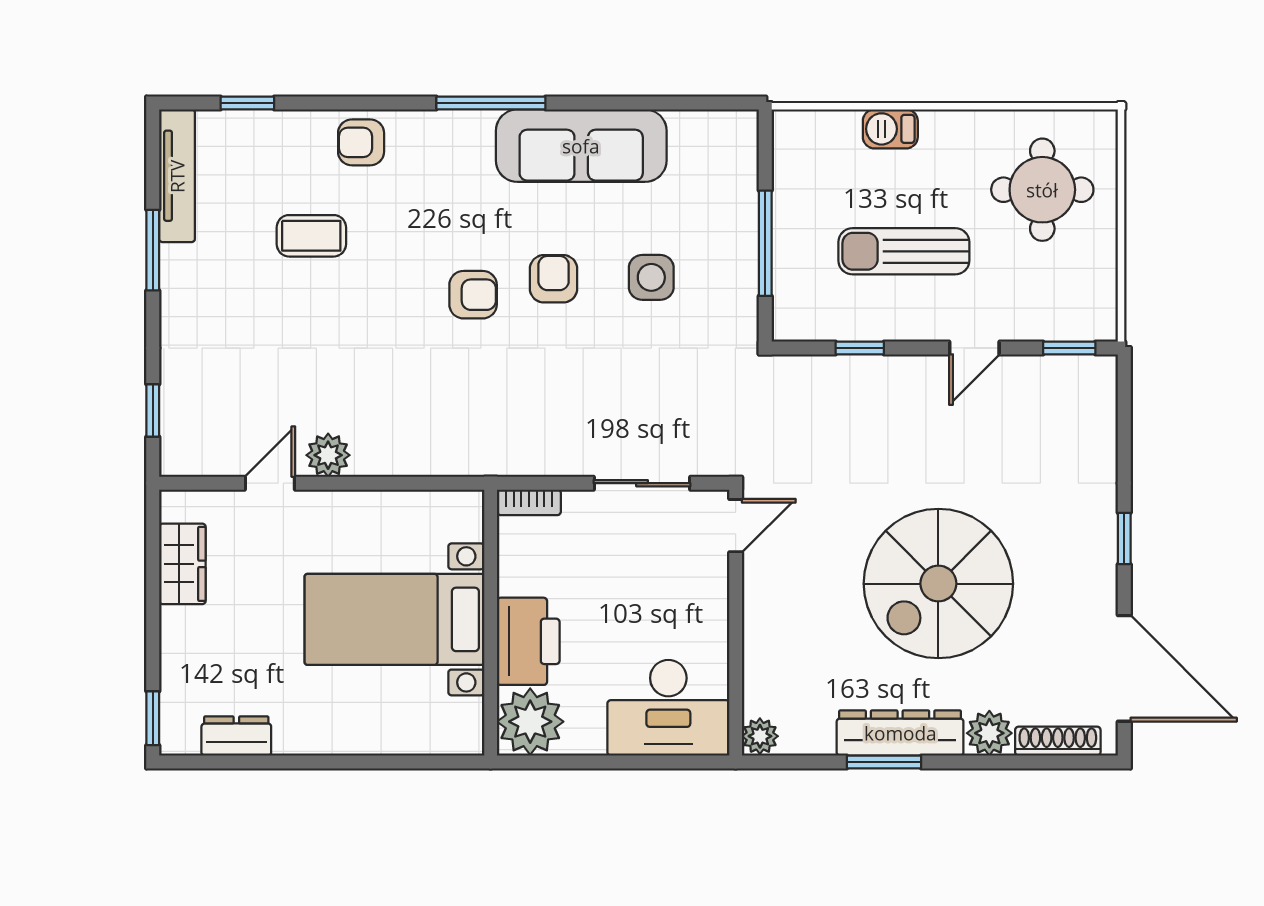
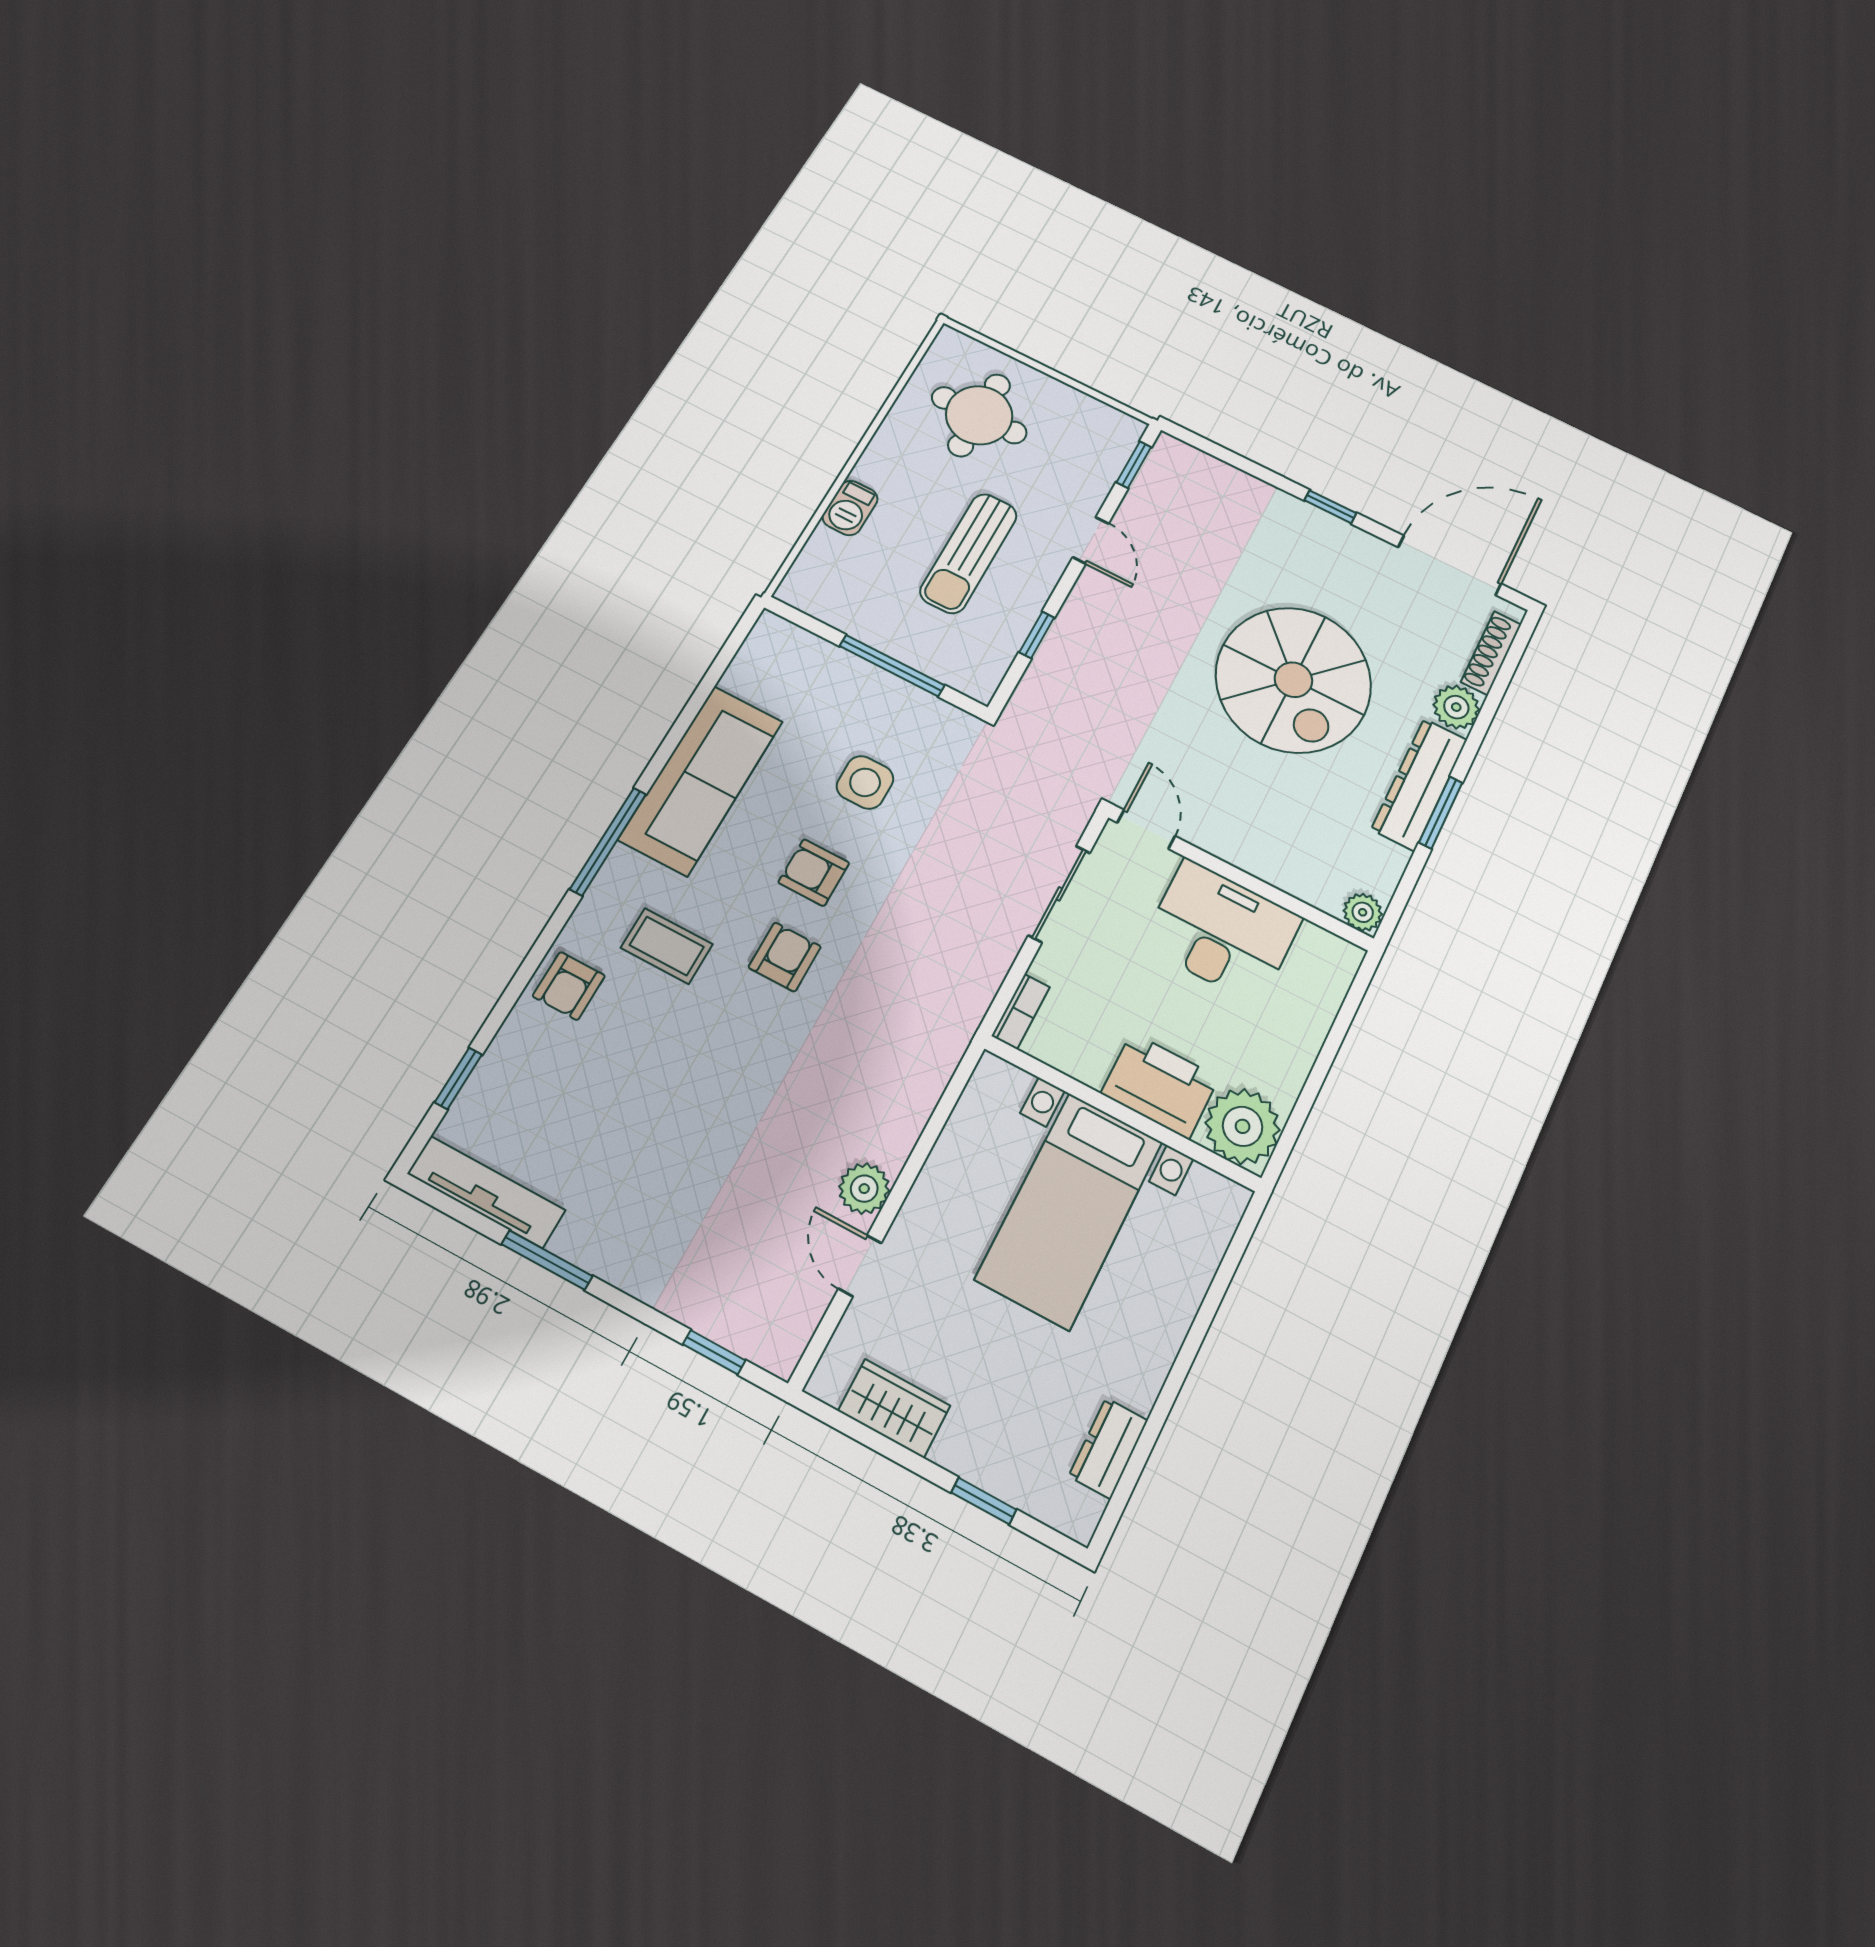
coffee table: (311, 236) -> (667, 946), moved, turned 90
desk: (668, 708) -> (1222, 931), moved, turned -90
window: (153, 718) -> (984, 1501), moved

